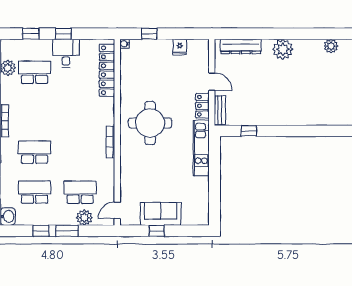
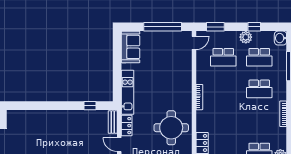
round table: (150, 123) -> (171, 128), moved
sofa: (161, 214) -> (131, 47), moved, turned -90
plant: (84, 218) -> (246, 37), moved
window: (67, 231) -> (215, 27), moved
window: (157, 231) -> (163, 27), width x3.17

